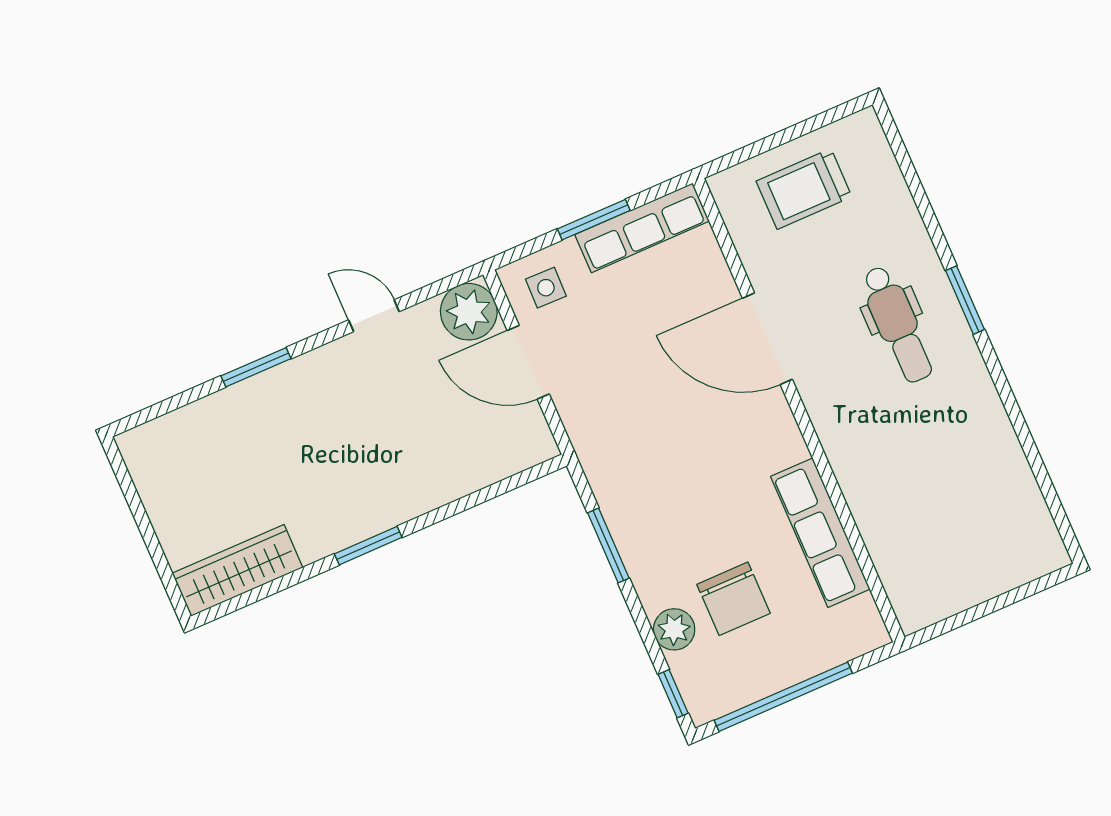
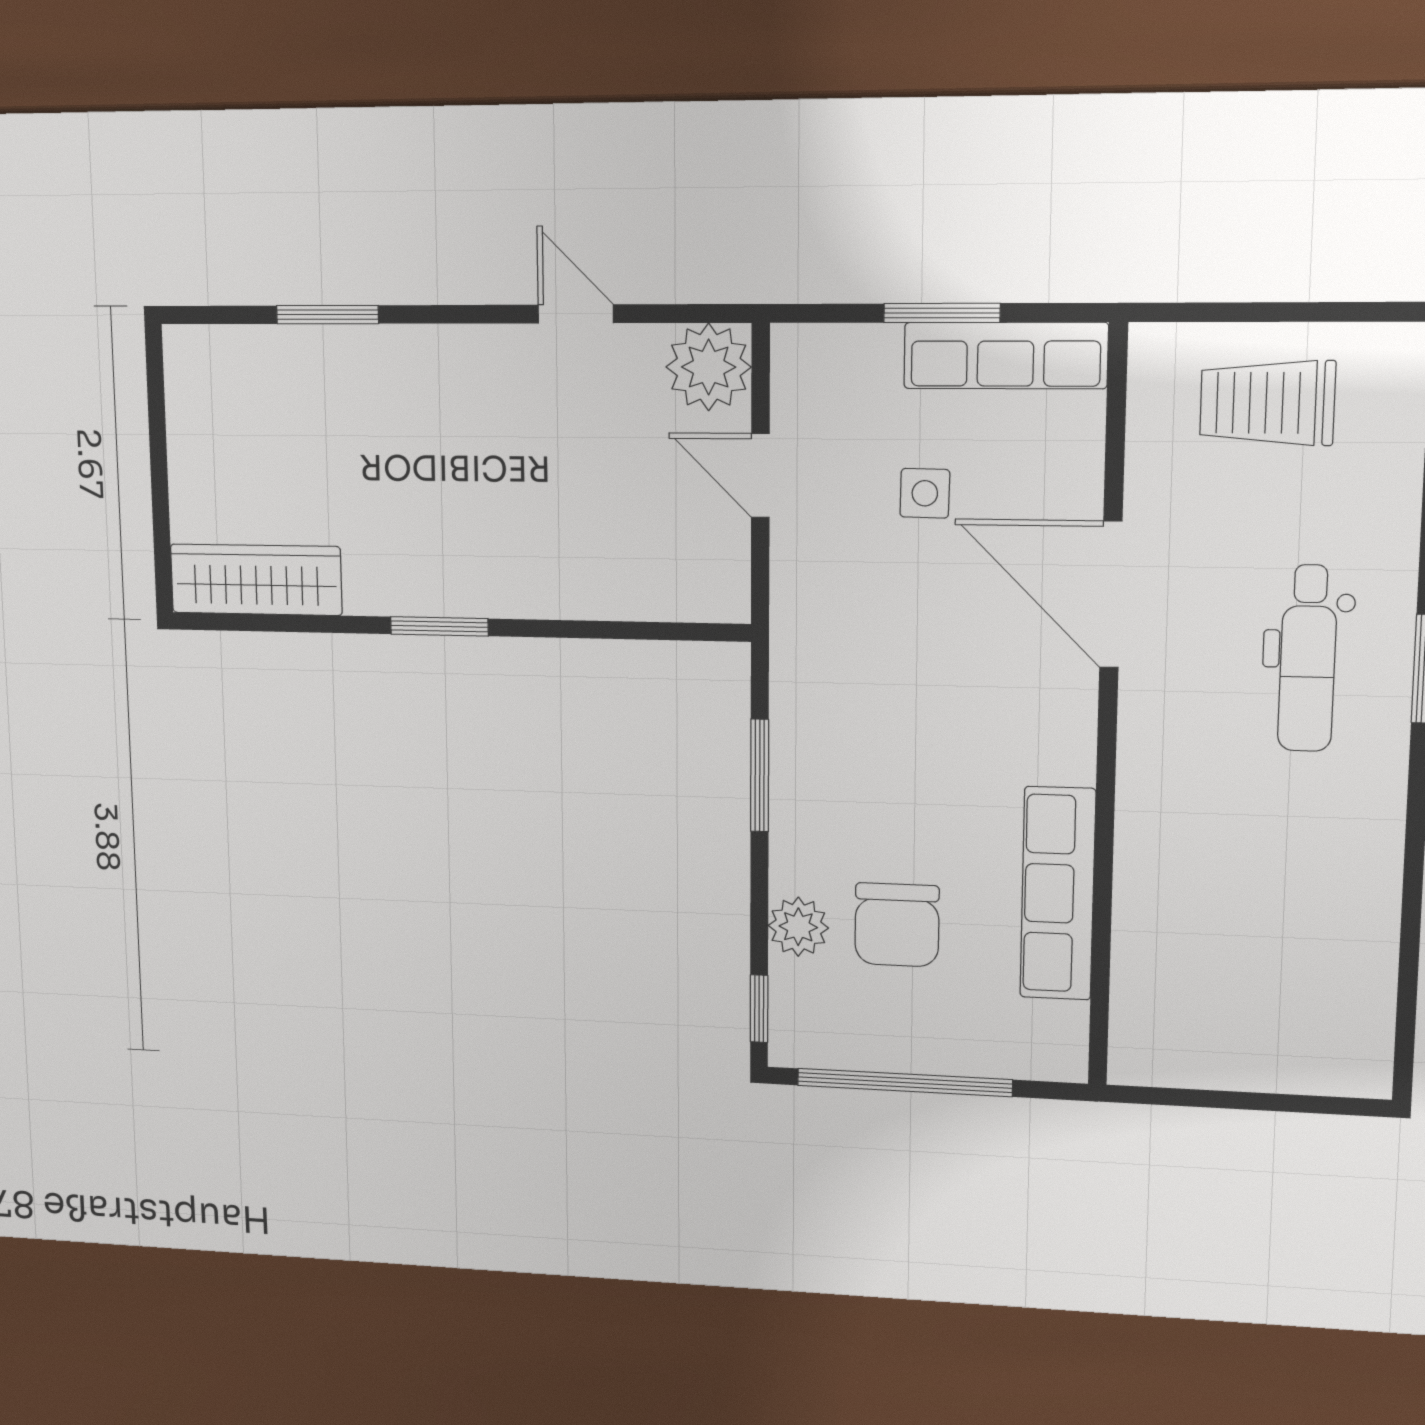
side table: (546, 288) -> (925, 493), moved
door: (528, 362) -> (760, 475), width x0.73
window: (256, 367) -> (327, 315), moved

